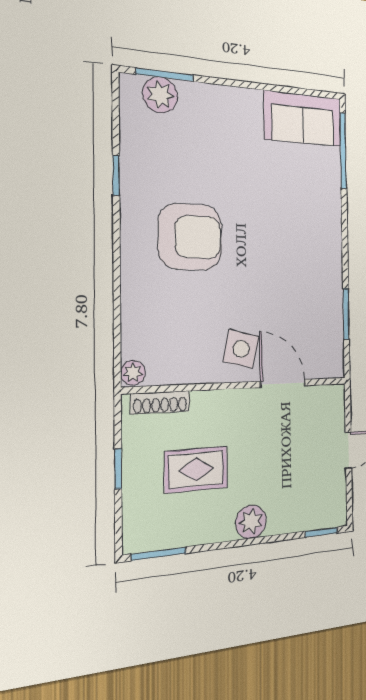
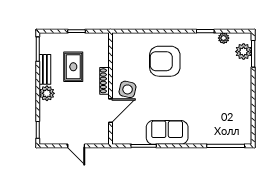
sofa: (303, 119) -> (167, 132), moved, turned 90
armchair: (190, 237) -> (165, 61), moved, turned 90
plant: (133, 373) -> (224, 38), moved
shoe rack: (160, 402) -> (104, 81), moved
bench: (202, 532) -> (45, 69), added

